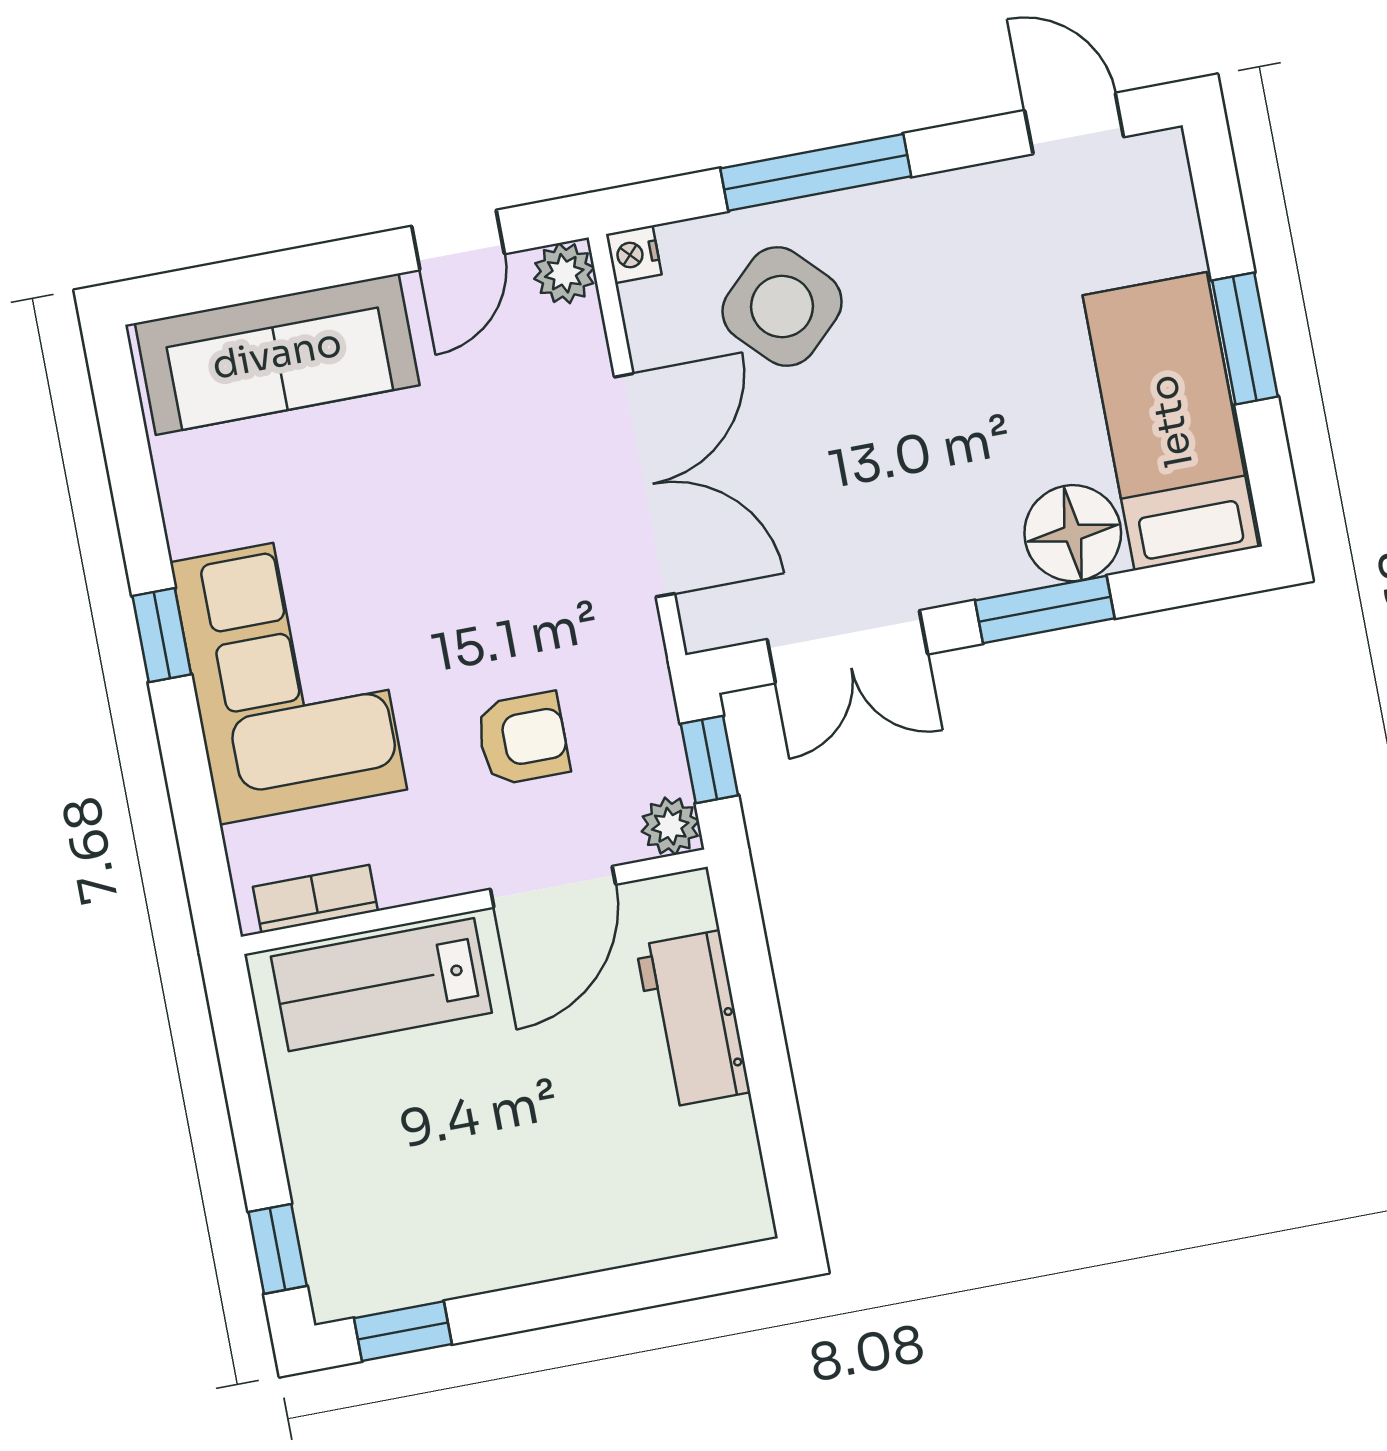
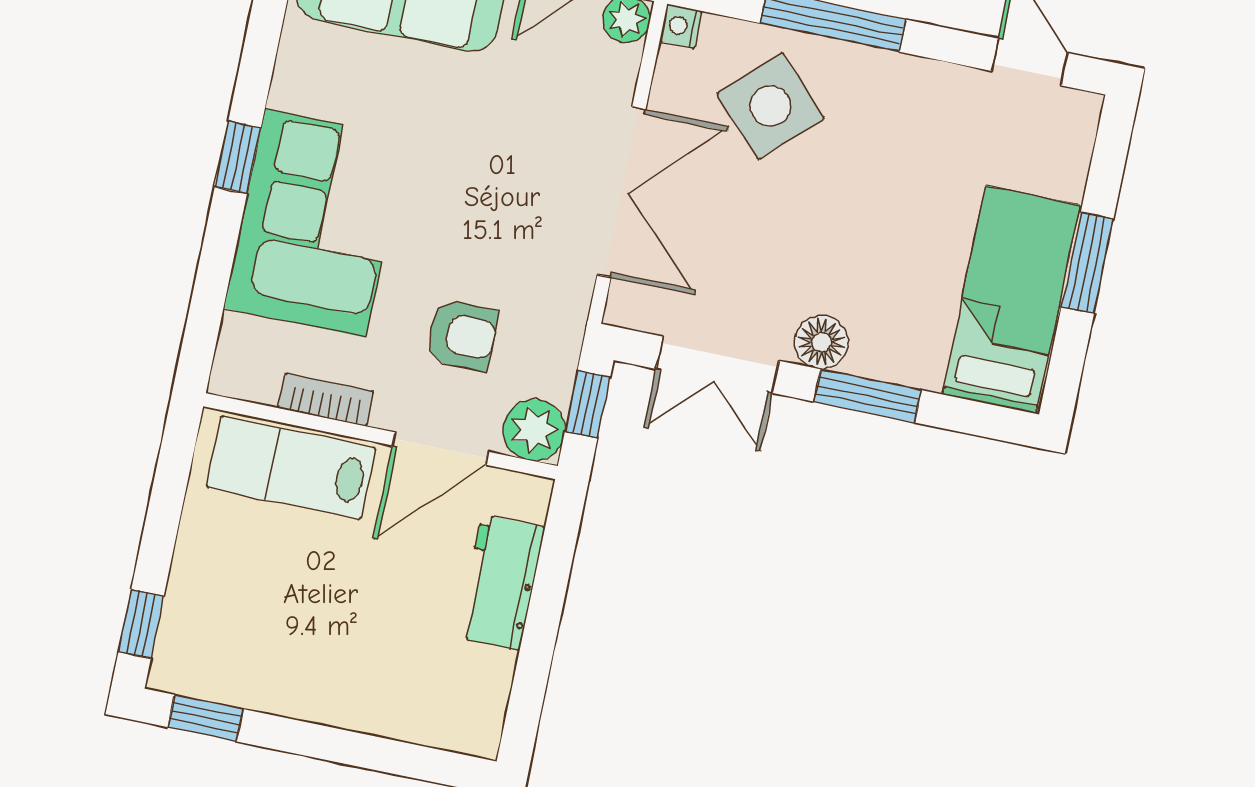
floor lamp: (1073, 533) -> (821, 342), moved, width x0.73, depth x0.73
plant: (670, 826) -> (534, 430), width x1.38, depth x1.38
bookcase: (315, 899) -> (326, 400), moved

